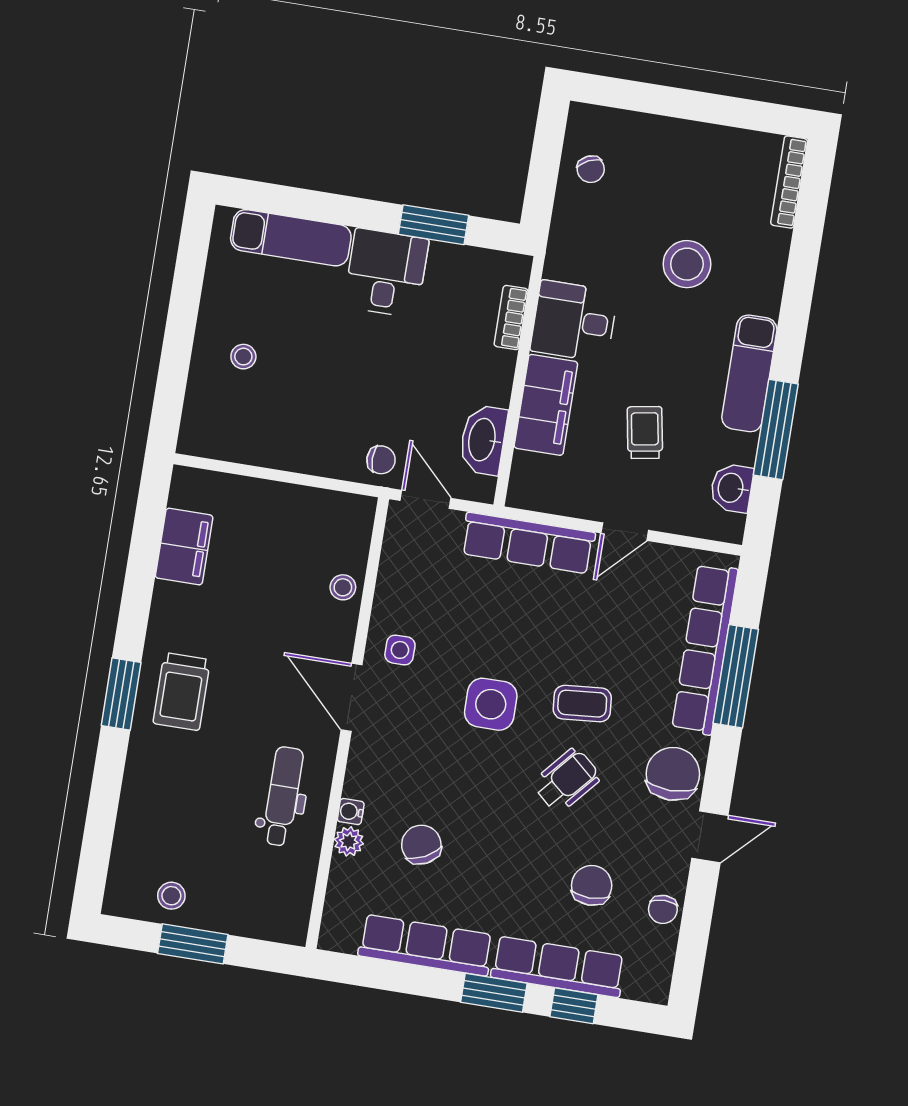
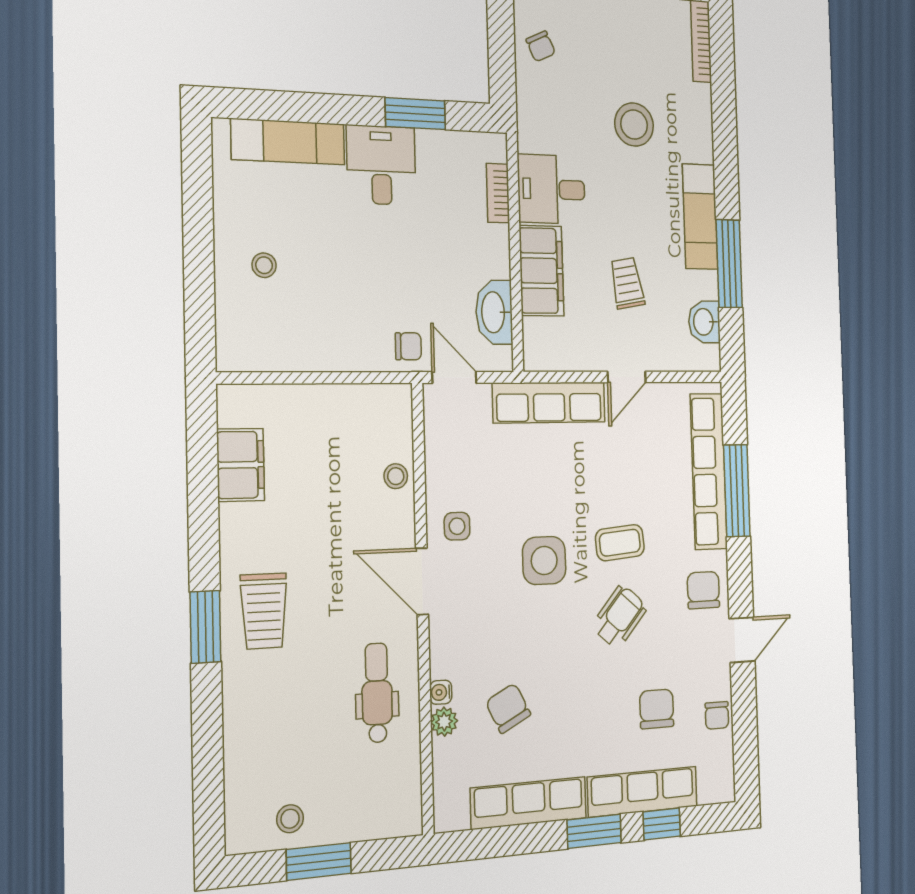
chair: (673, 774) -> (703, 590), width x0.73, depth x0.73

